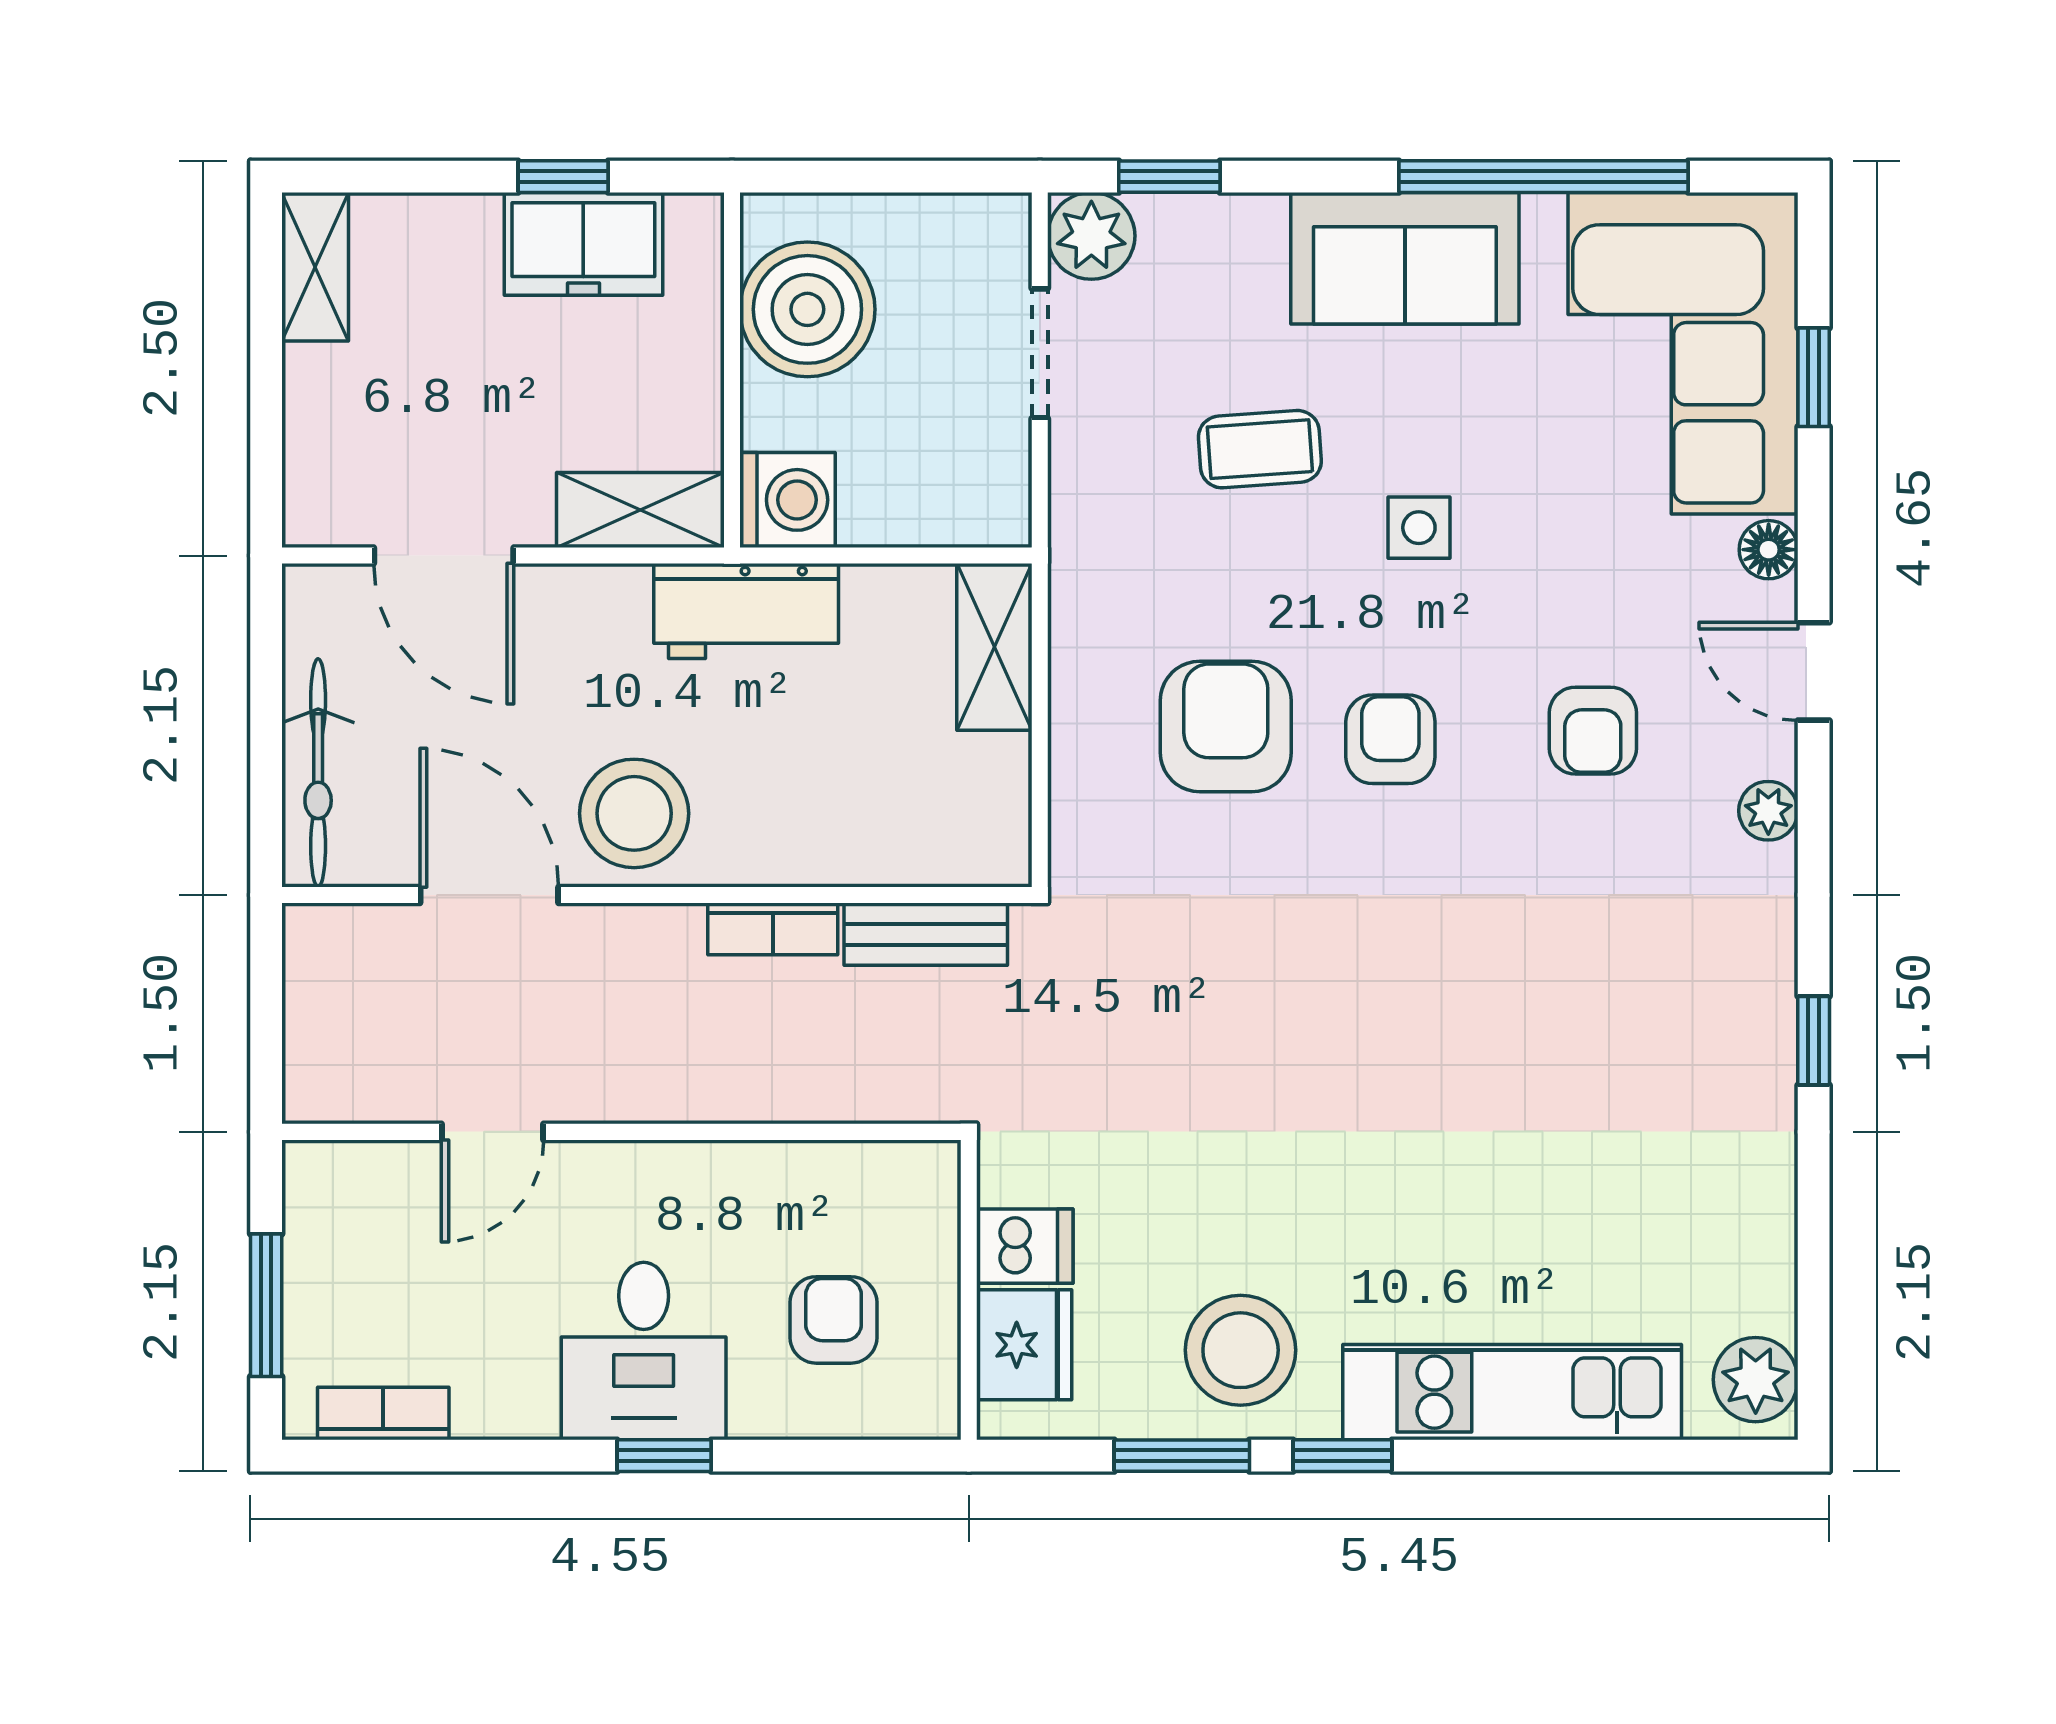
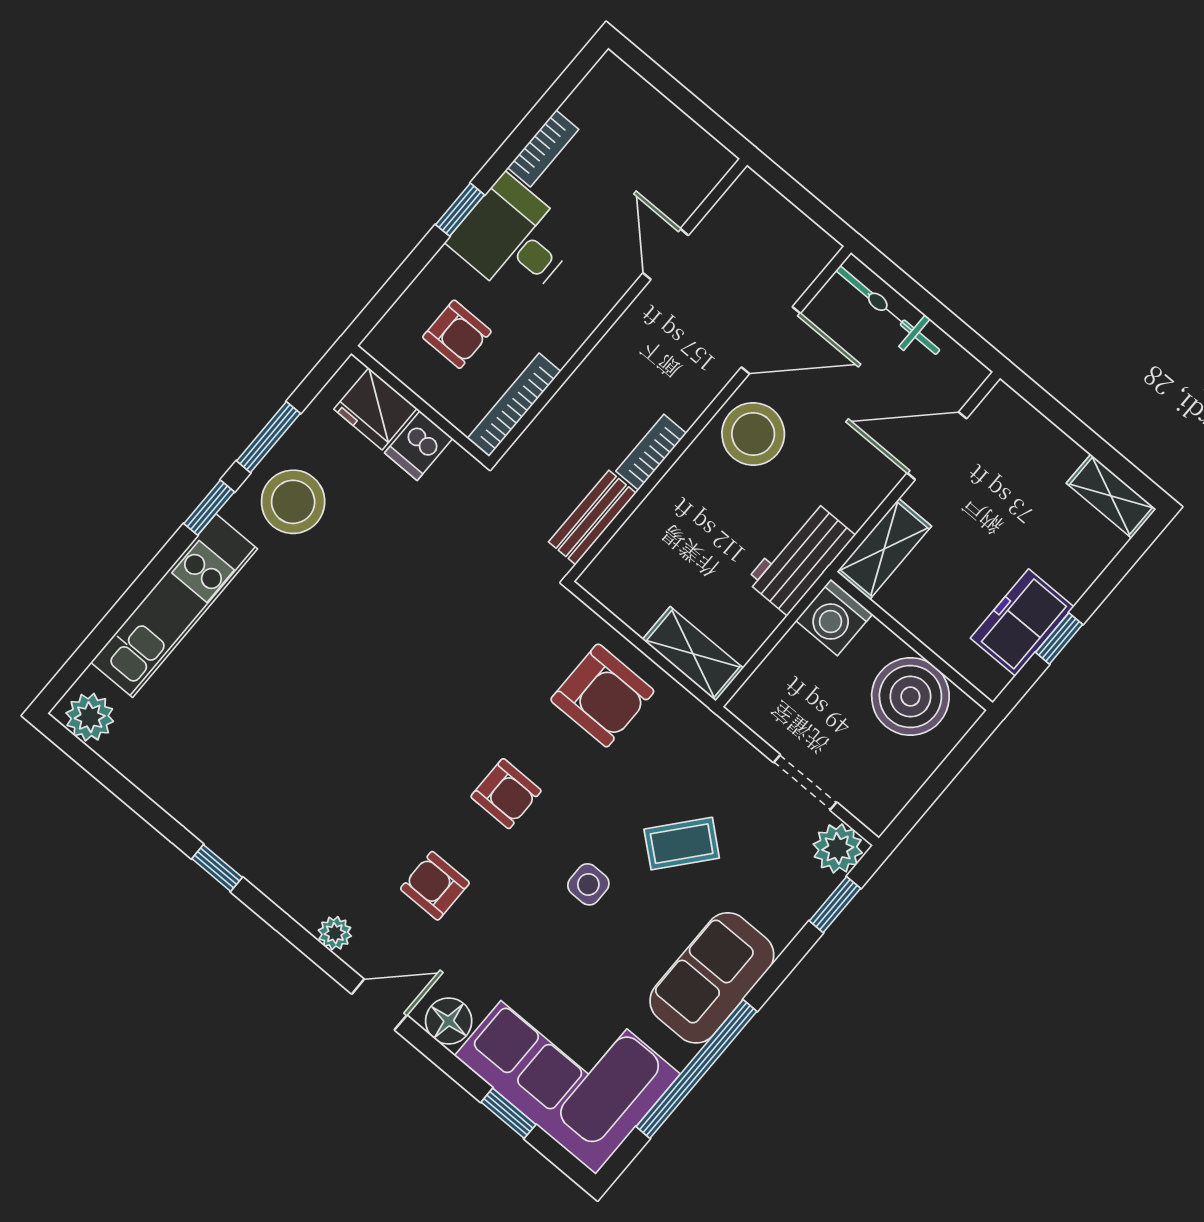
coffee table: (1260, 449) -> (682, 844), turned 44
floor lamp: (1769, 550) -> (449, 1021), width x1.37, depth x1.37
armchair: (1226, 727) -> (602, 695), moved
bookcase: (864, 1165) -> (514, 405), added
window: (266, 1305) -> (673, 90), removed
bookcase: (383, 1414) -> (543, 148), moved

